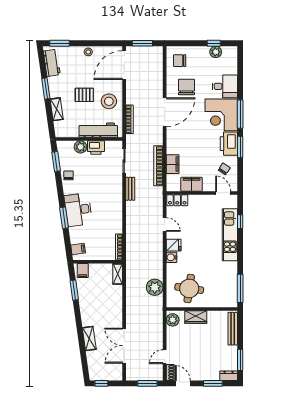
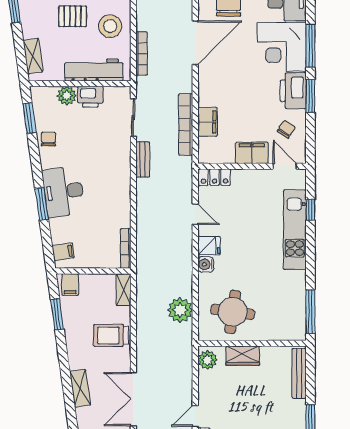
shelving: (57, 109) -> (33, 56), moved
filing cabinet: (192, 184) -> (252, 153), moved
trolley: (109, 304) -> (111, 335), added

